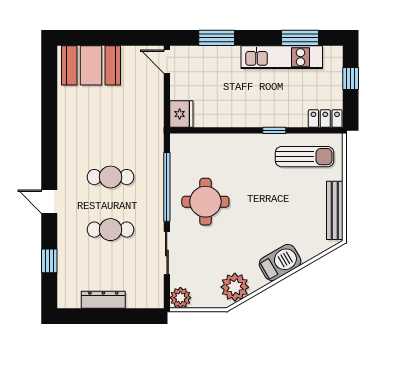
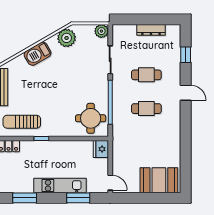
kitchen unit: (282, 57) -> (60, 186), moved
round table: (205, 202) -> (91, 118), moved

